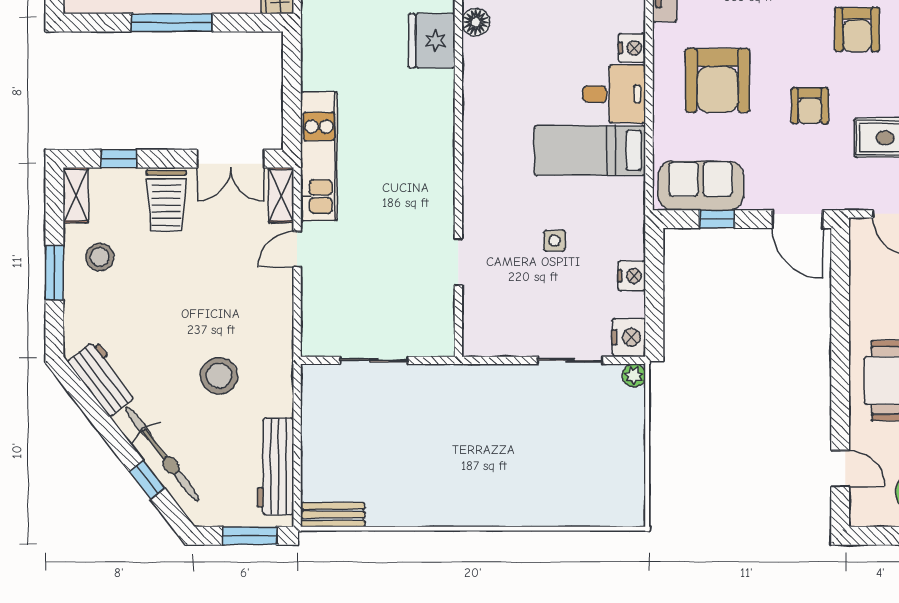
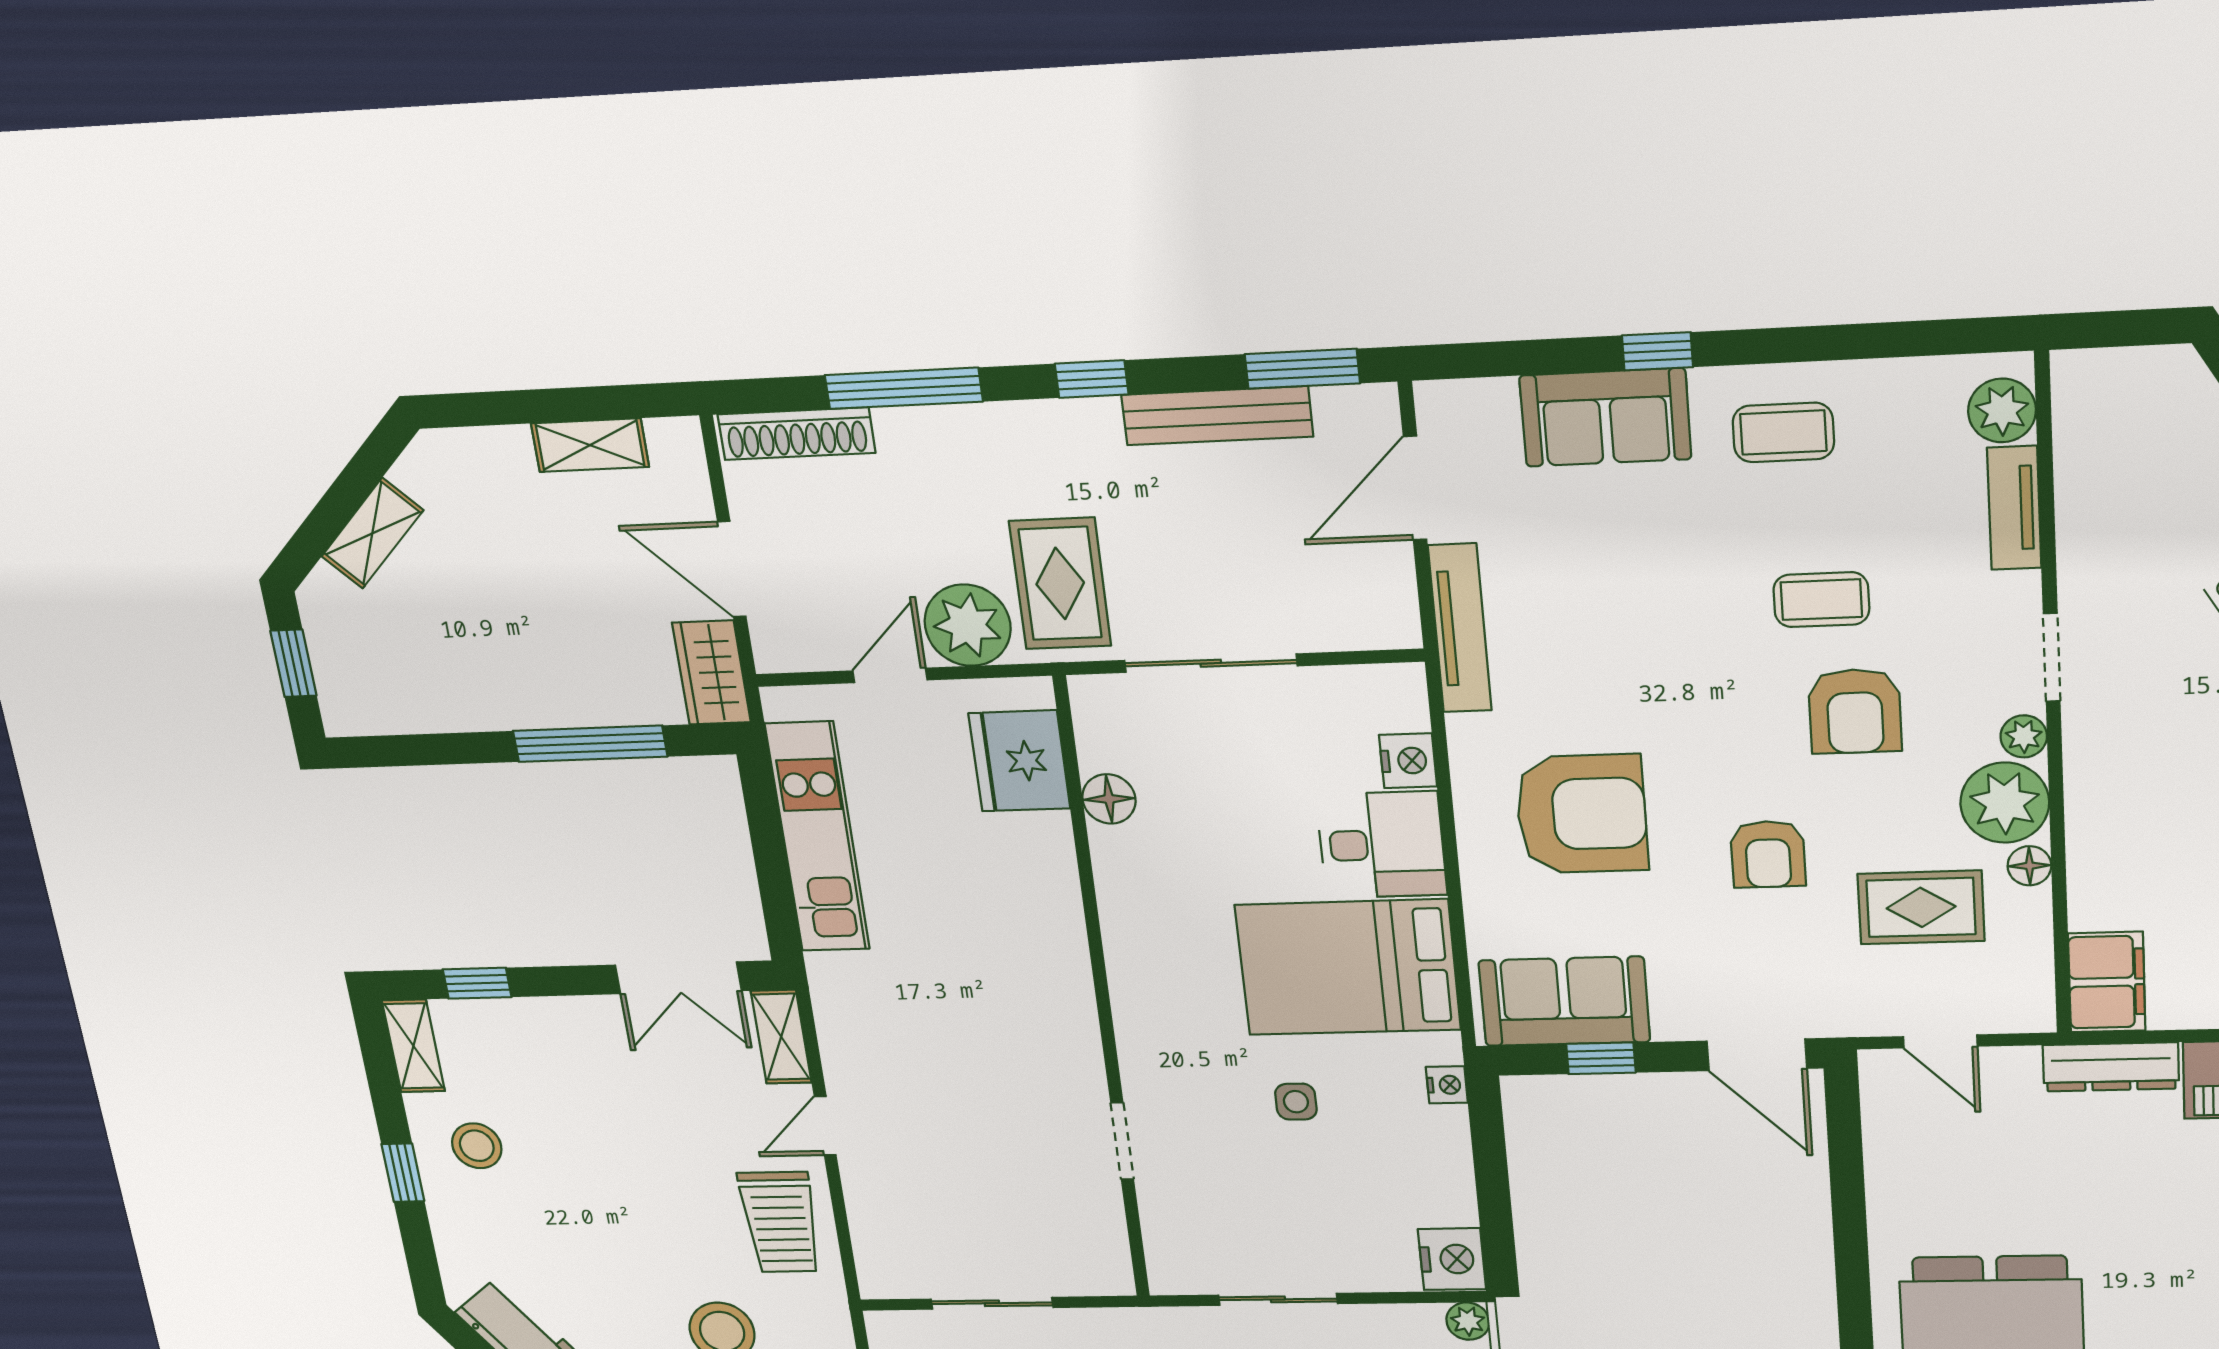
floor lamp: (476, 22) -> (1109, 799), moved
window: (172, 23) -> (590, 744), moved
armchair: (717, 80) -> (1582, 814), turned -90
bed: (590, 150) -> (1348, 967), width x1.50
kitchen unit: (319, 156) -> (818, 837), moved
trolley: (166, 201) -> (780, 1222), moved
window: (54, 273) -> (403, 1173), width x0.67
nightstand: (632, 276) -> (1447, 1085), moved, width x0.72, depth x0.74
sliding door: (570, 360) -> (1278, 1299), moved

